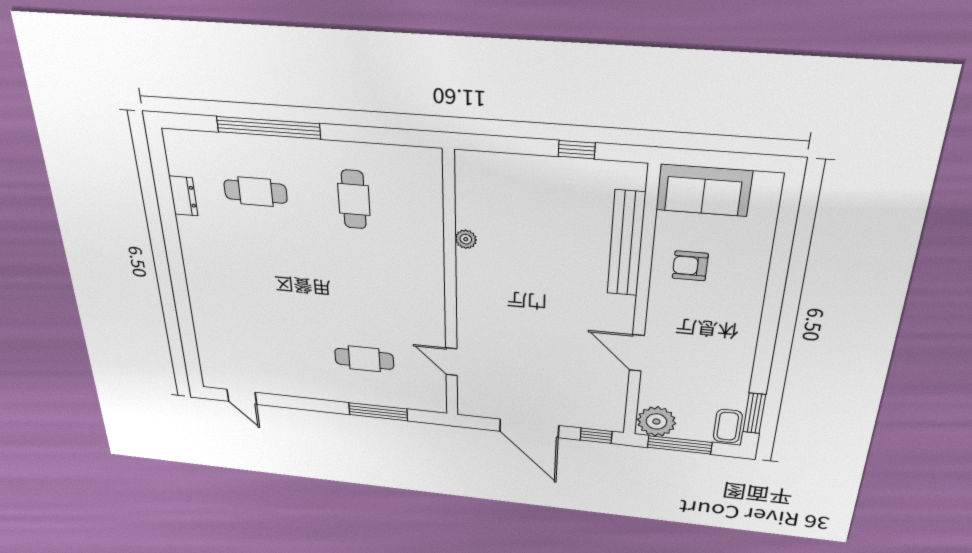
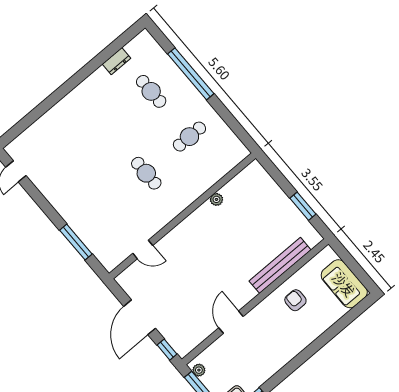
window: (577, 150) -> (303, 206), width x1.50
sofa: (704, 190) -> (344, 284), moved
cafe table: (364, 359) -> (146, 173), moved
door: (451, 362) -> (143, 249), swing flipped
plant: (656, 421) -> (199, 370), width x0.53, depth x0.53

